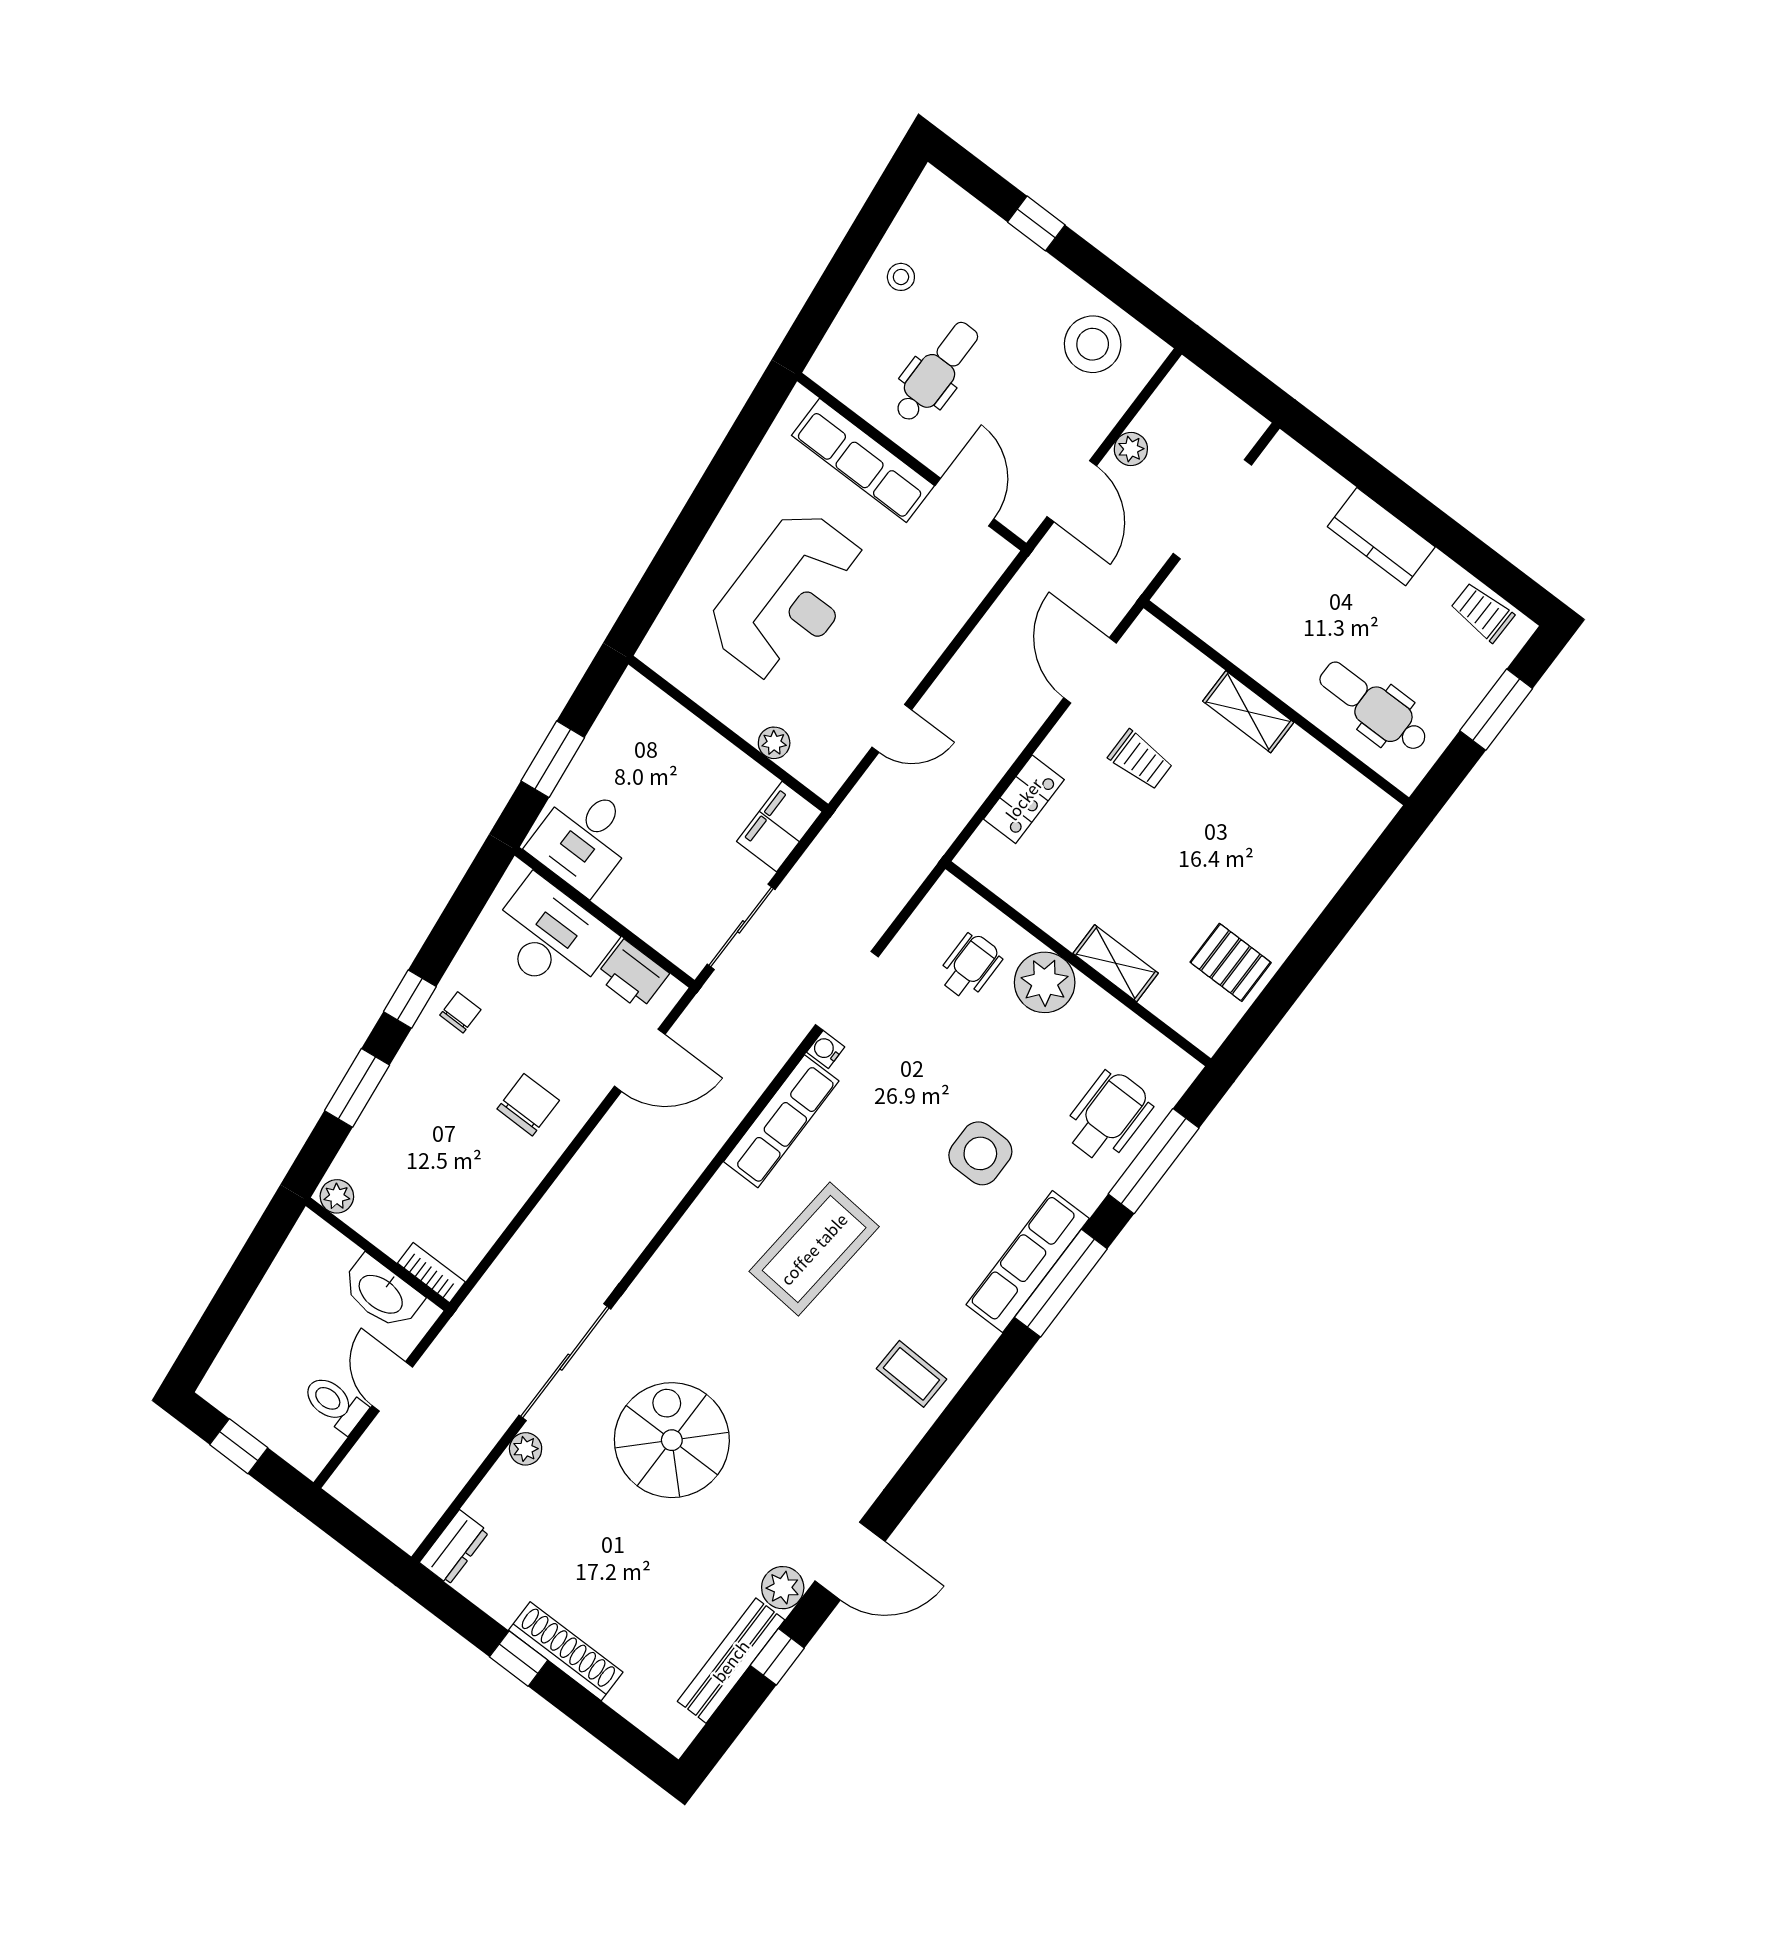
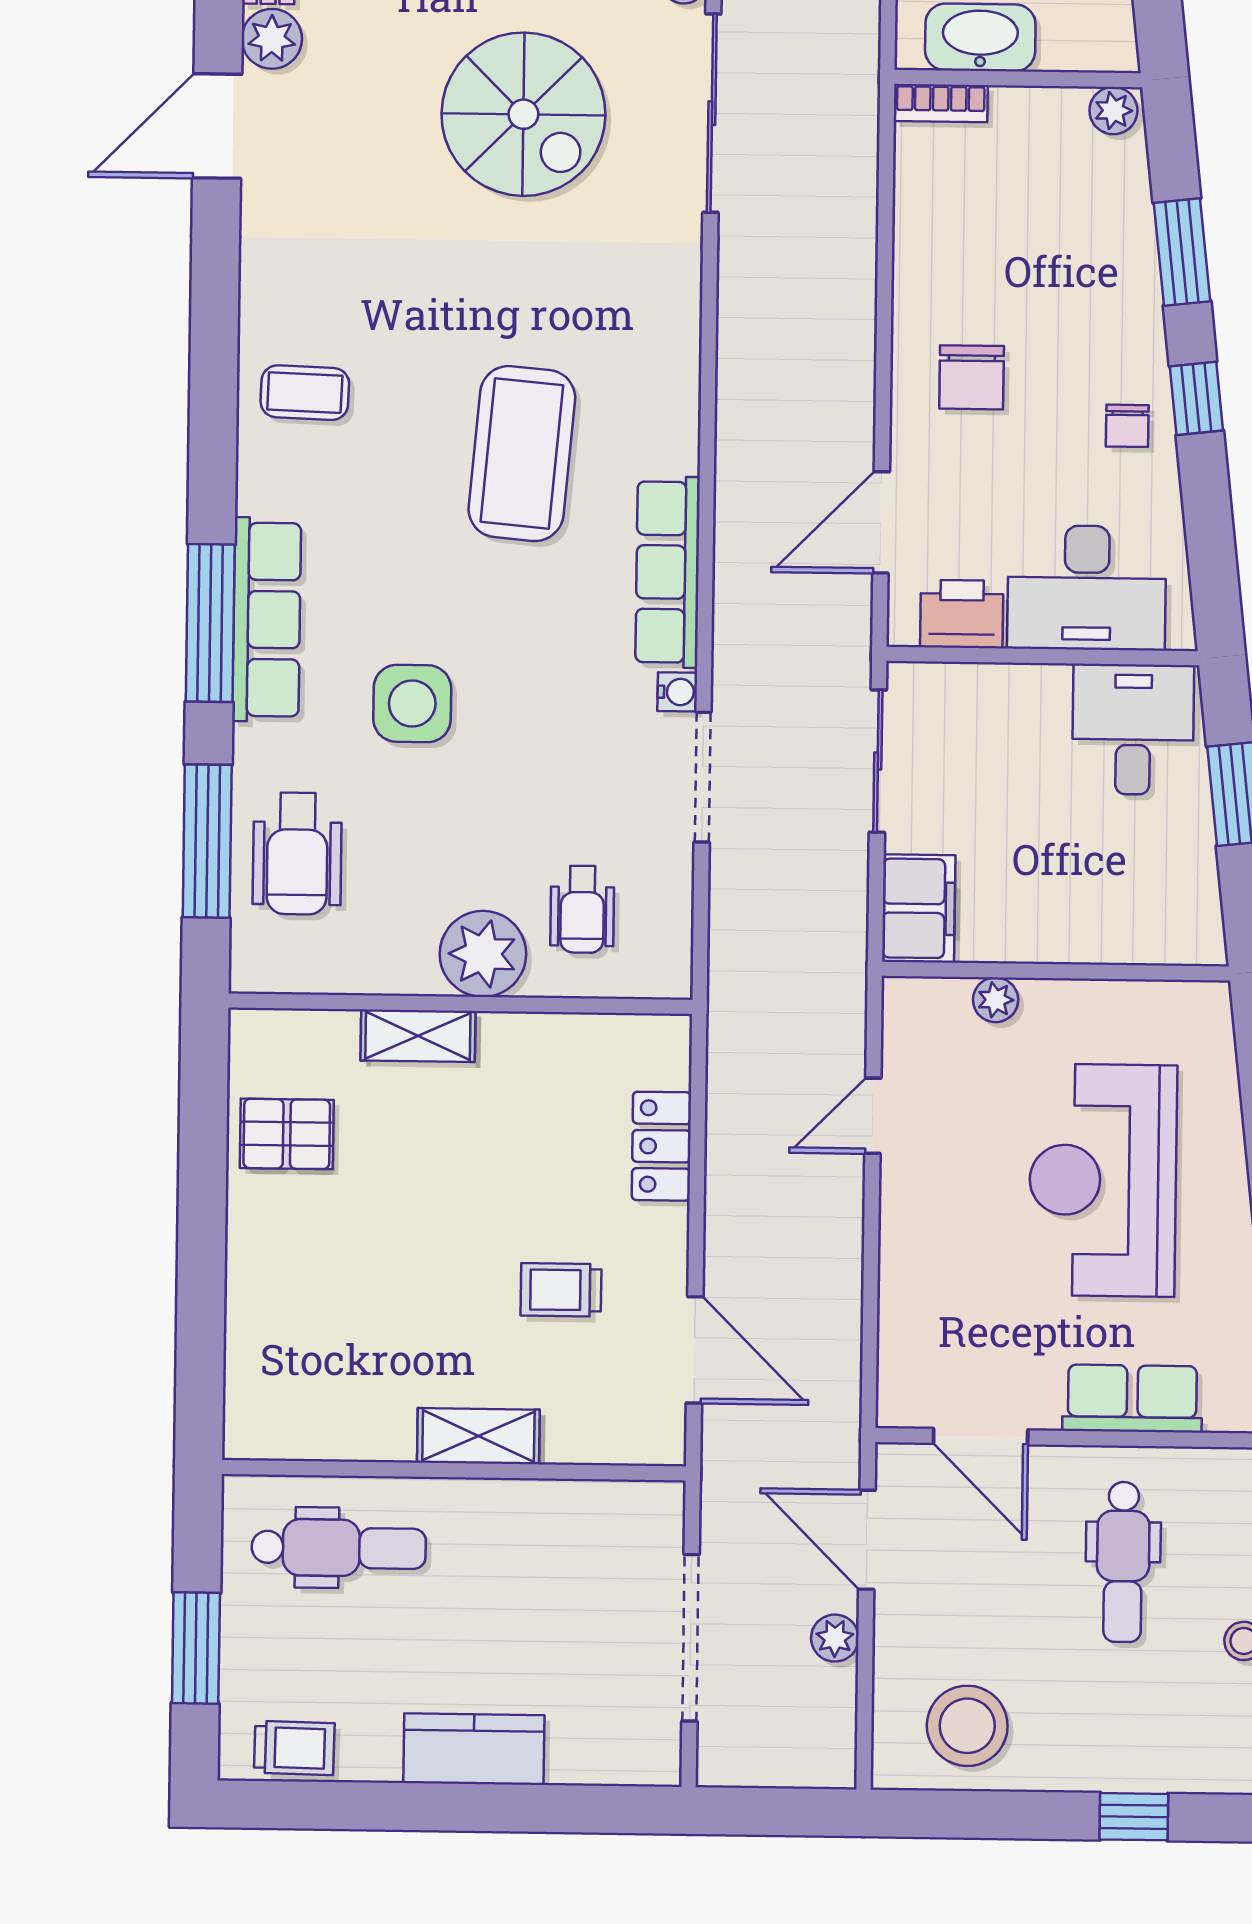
row of seats: (863, 460) -> (1132, 1399), width x0.68

